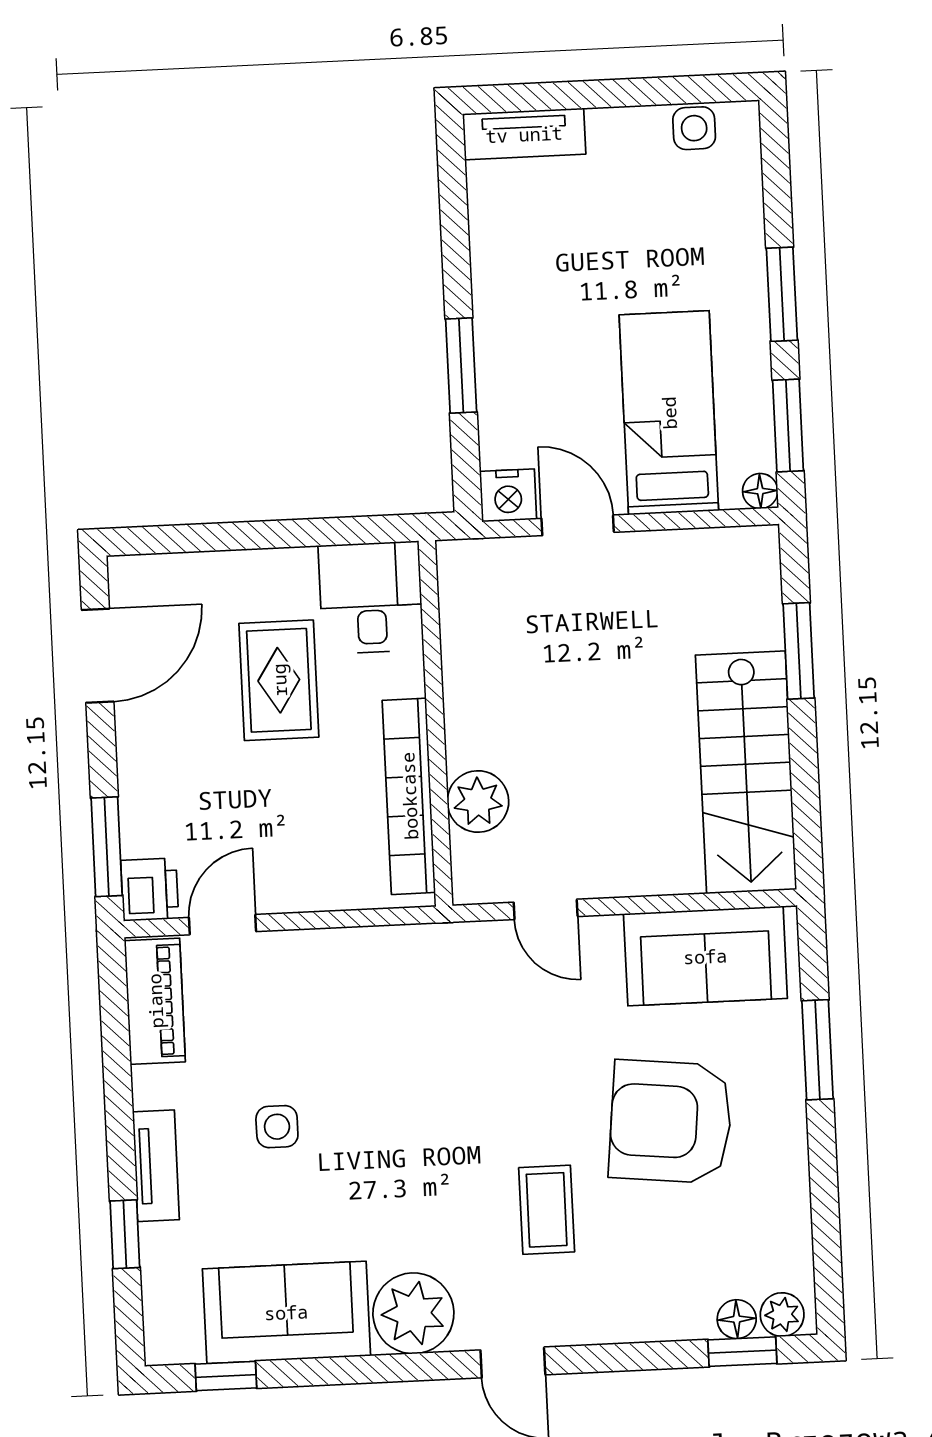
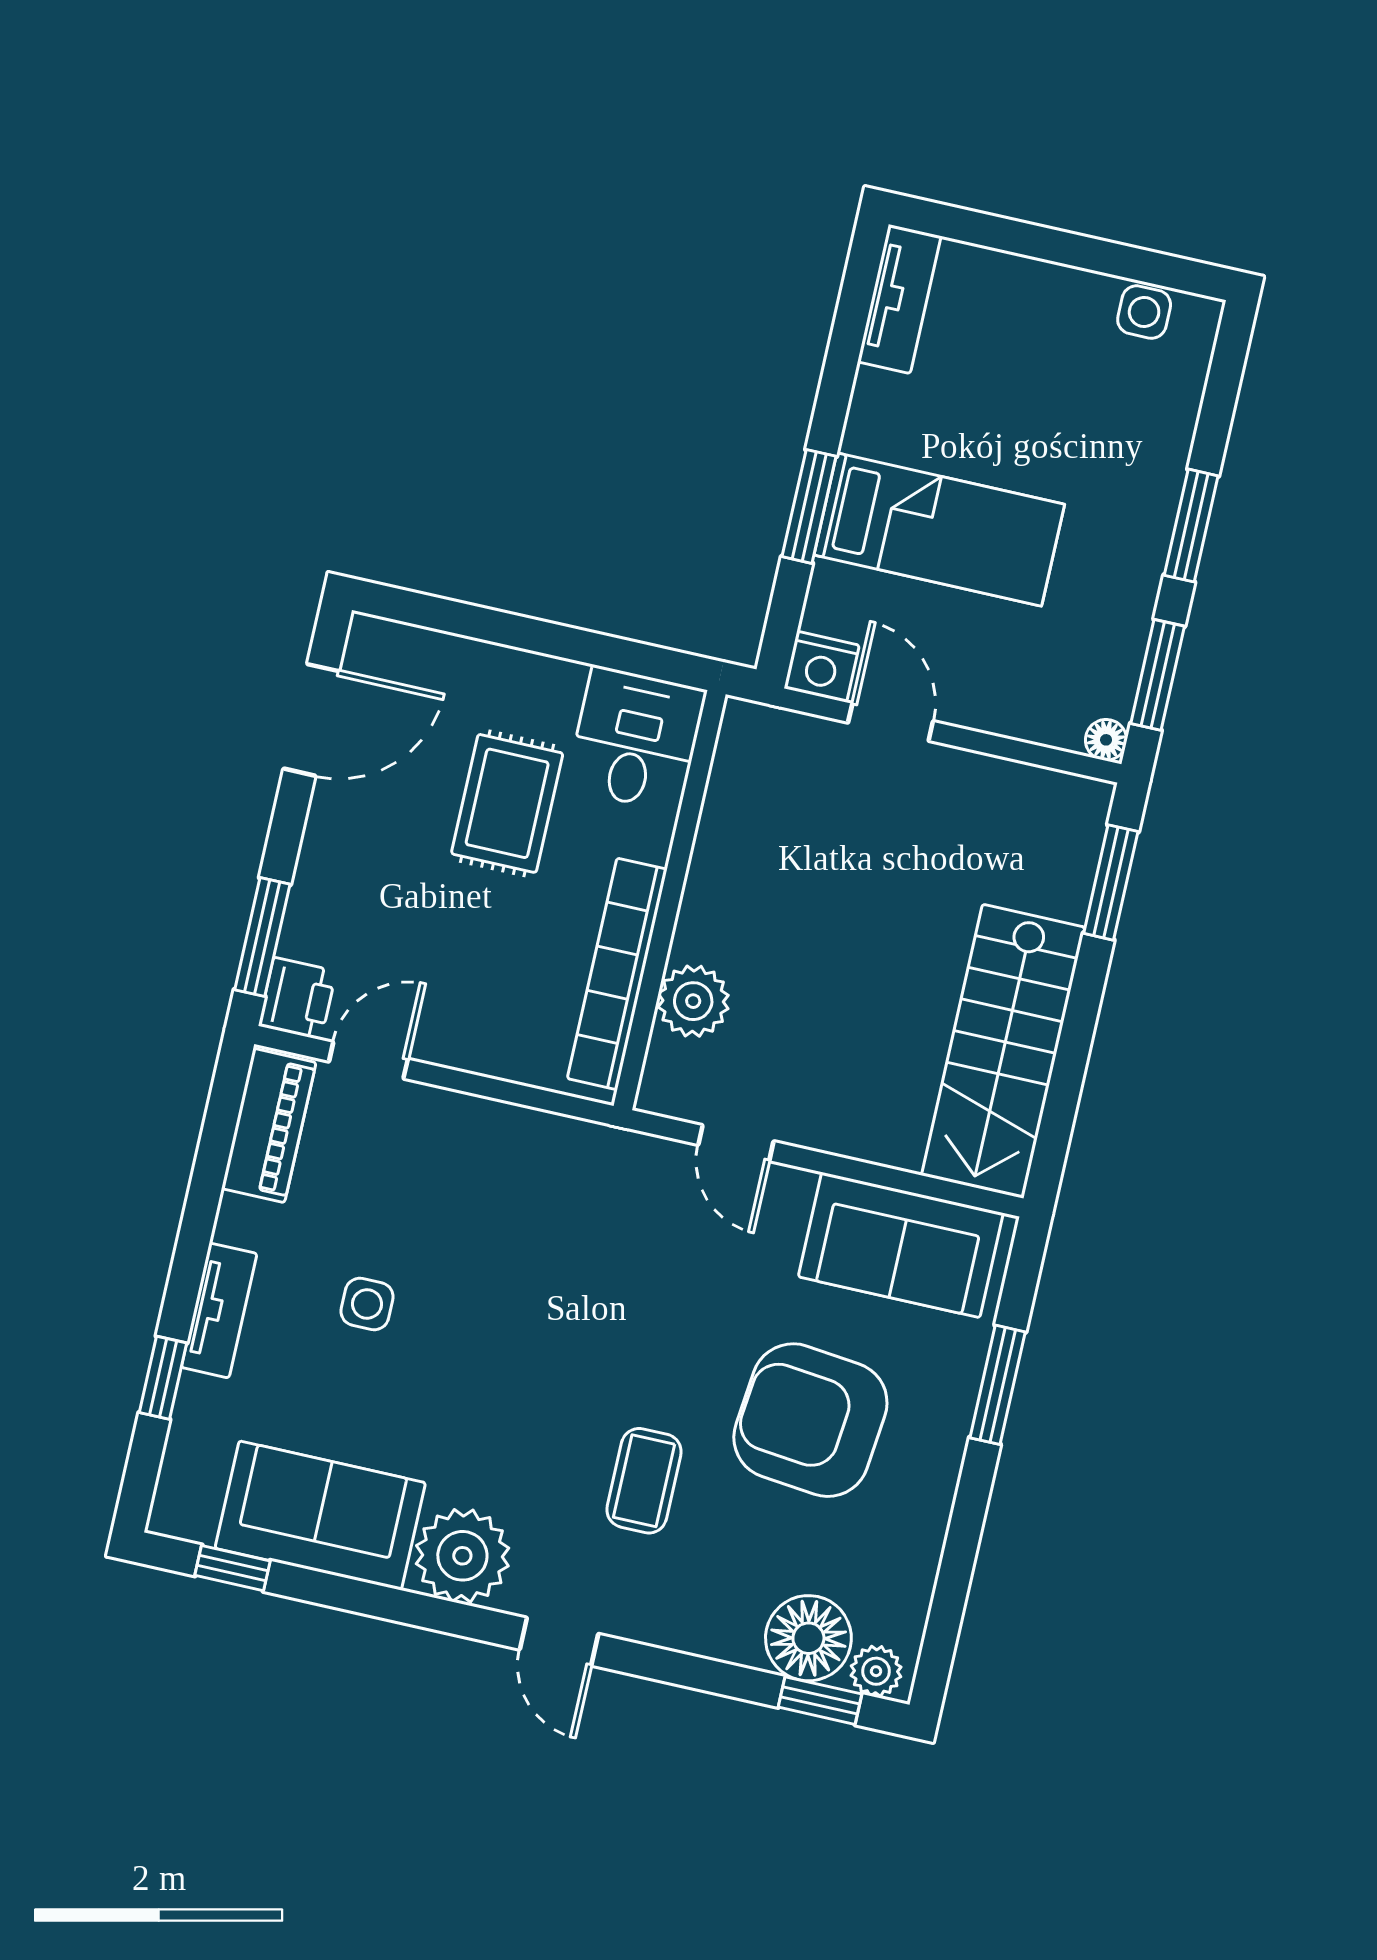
tv unit: (524, 134) -> (899, 299), moved, turned -90
bed: (669, 413) -> (939, 530), moved, turned 90
window: (799, 651) -> (1111, 882), moved
floor lamp: (737, 1319) -> (808, 1638), width x1.89, depth x1.89

